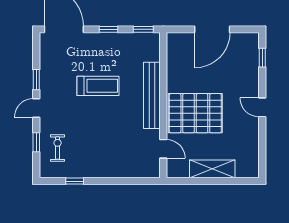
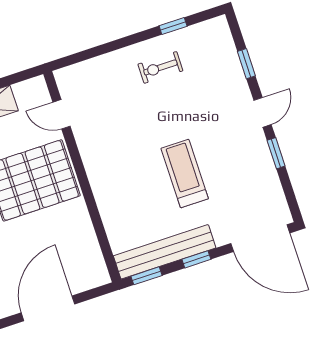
treadmill: (98, 86) -> (185, 174), turned 90
bench: (152, 95) -> (165, 252), moved, turned 90
exercise bike: (58, 148) -> (160, 67), moved, turned 90

